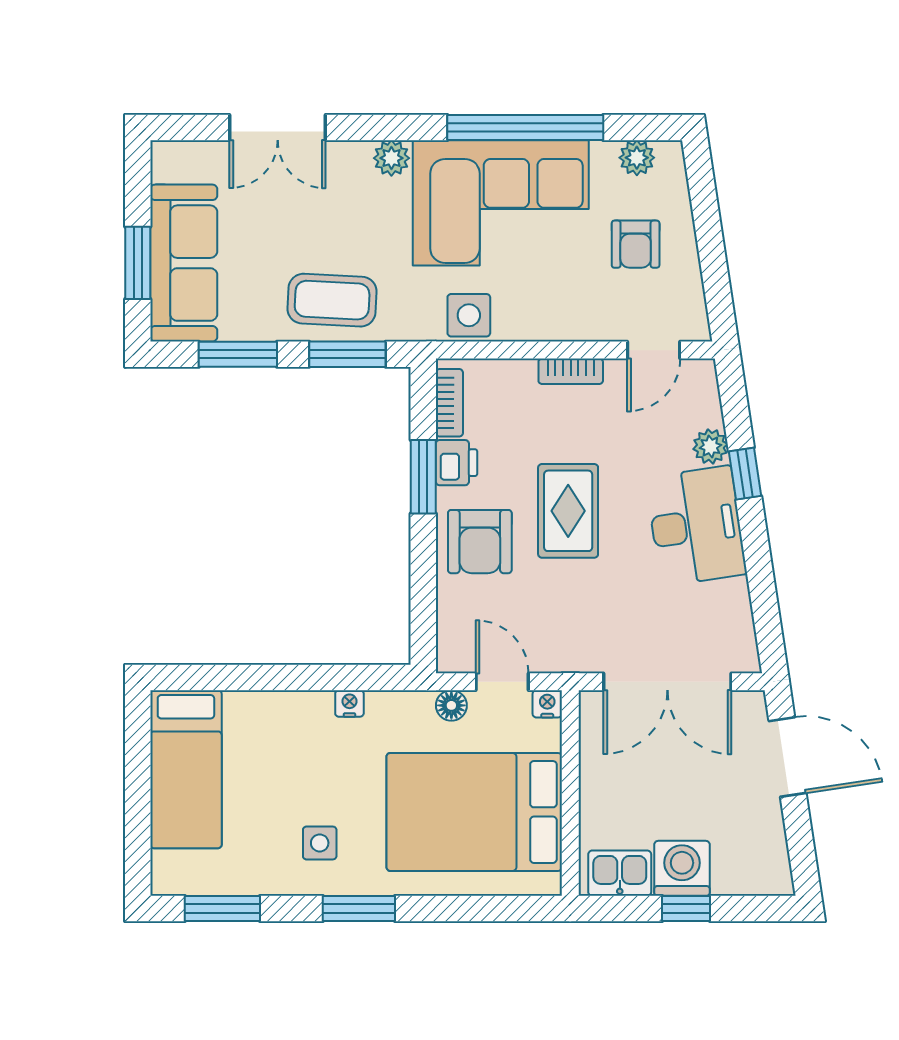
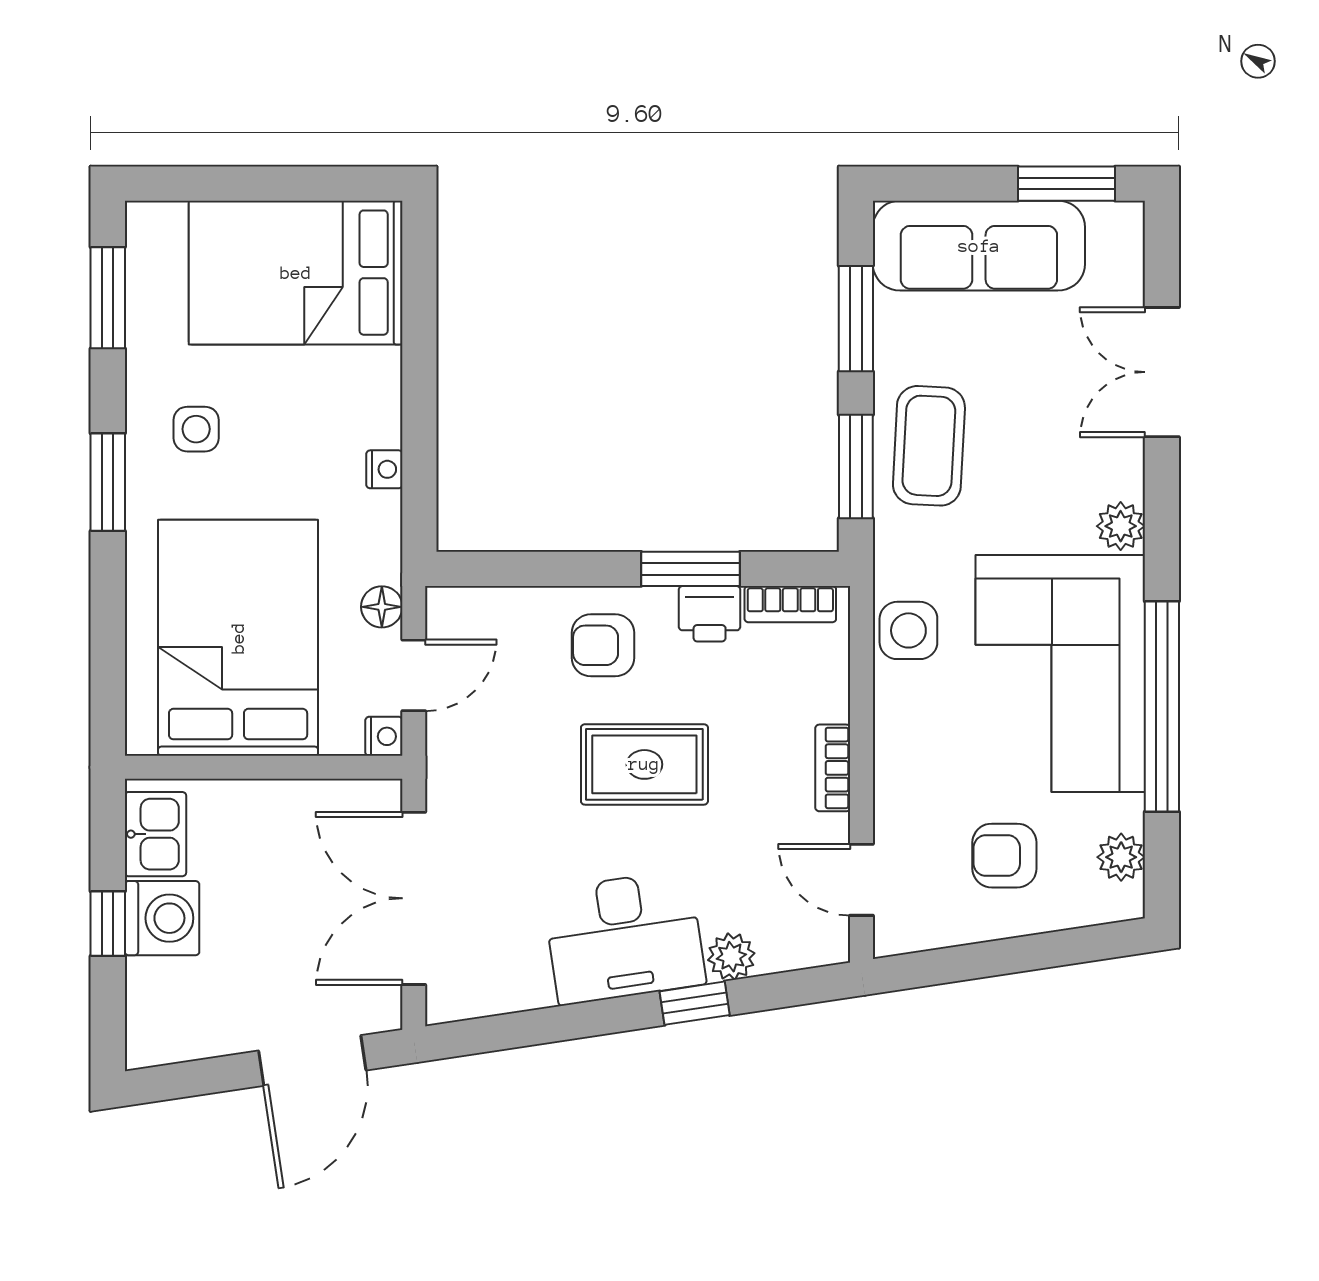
window: (138, 263) -> (1066, 184), moved
armchair: (480, 542) -> (603, 645), width x0.72, depth x0.72
bed: (186, 769) -> (296, 273), width x1.50

